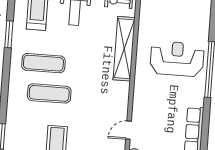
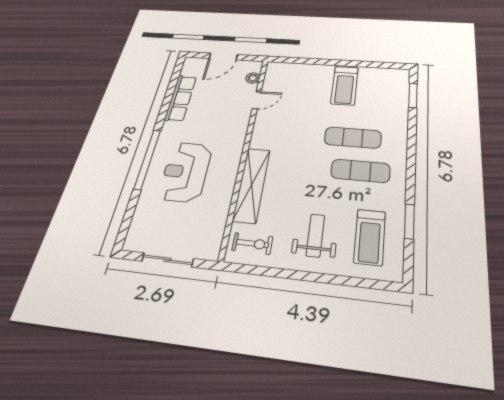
window: (9, 34) -> (410, 221), moved
reception desk: (177, 59) -> (185, 172), turned 90

